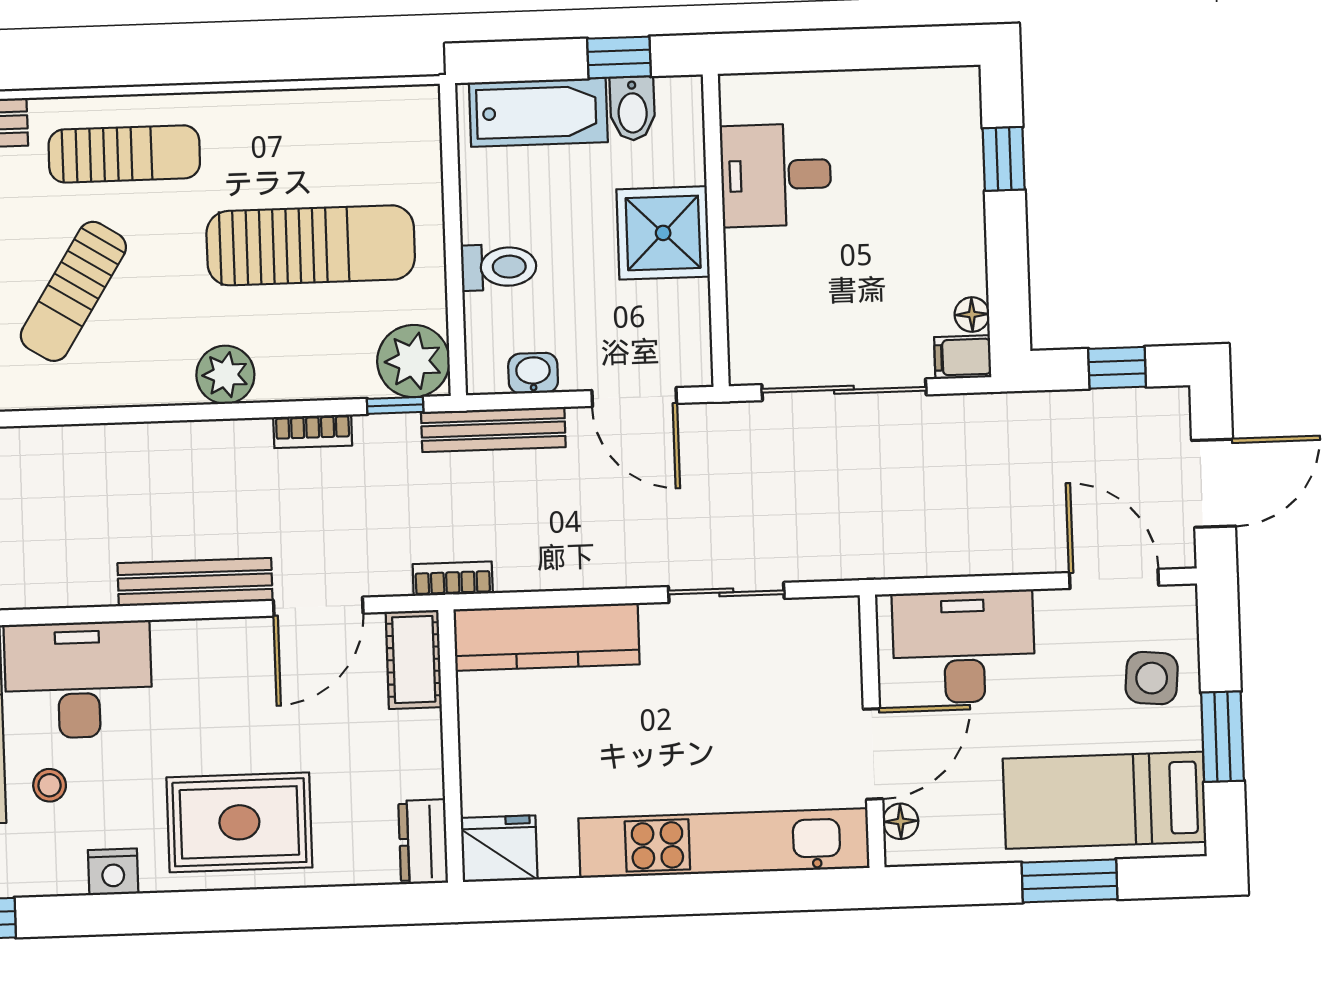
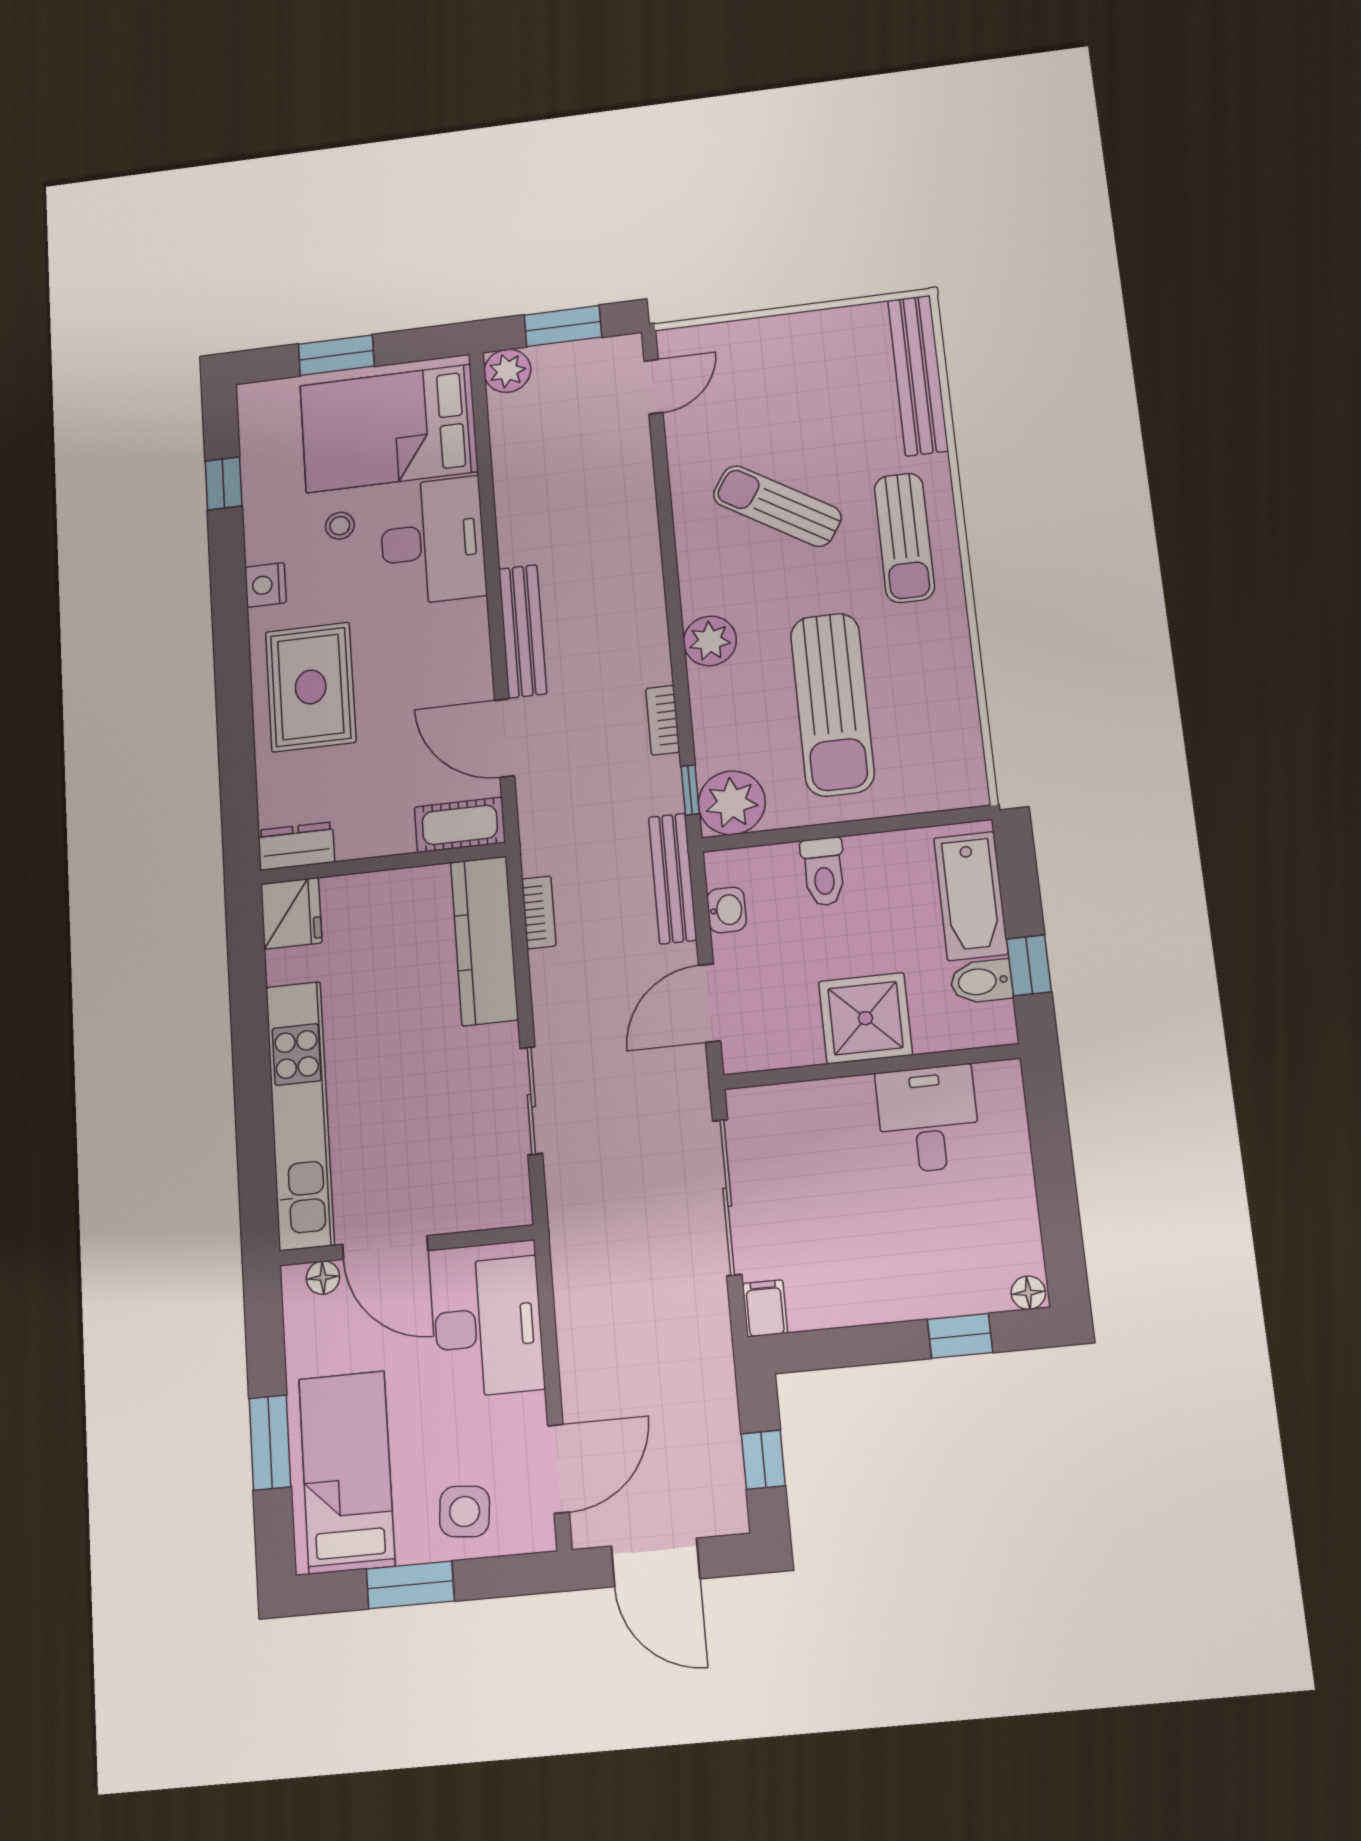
floor lamp: (972, 314) -> (1028, 1293), moved
bookcase: (453, 579) -> (539, 912), moved

